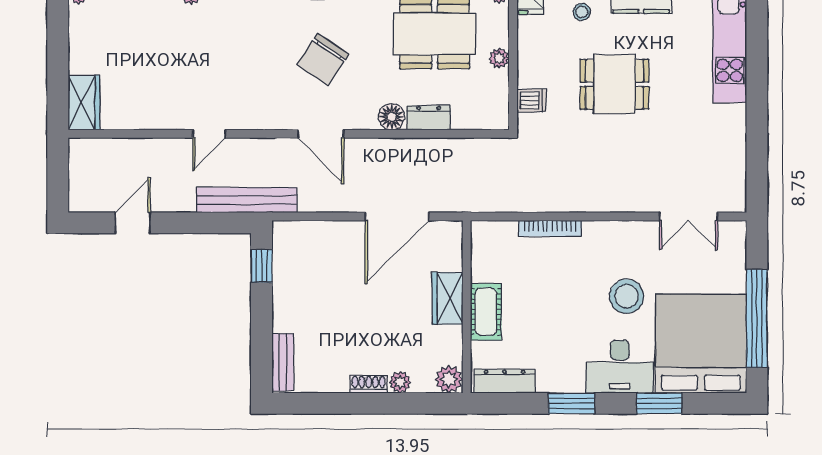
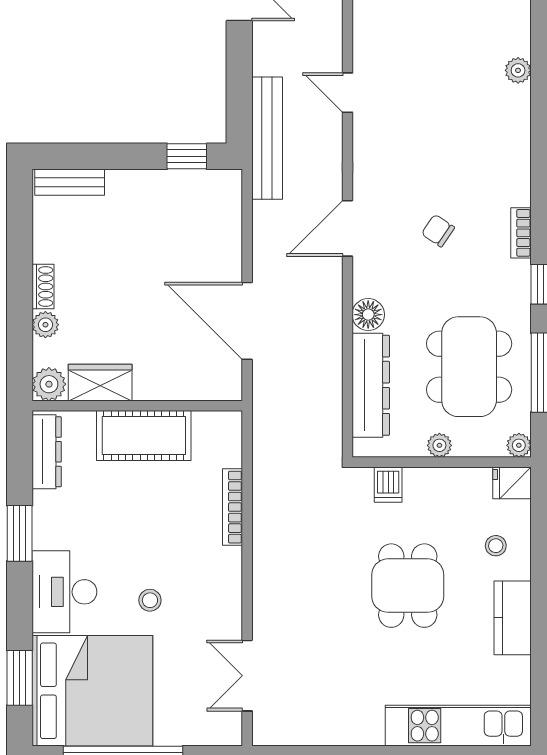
chair: (323, 59) -> (438, 231), width x0.54, depth x0.54
dresser: (429, 118) -> (371, 385), width x1.96, depth x1.24
stool: (627, 296) -> (150, 600), width x0.53, depth x0.53
wardrobe: (448, 298) -> (100, 383), moved
cot: (486, 312) -> (144, 436), width x1.37, depth x1.34
window: (659, 403) -> (20, 678), moved

